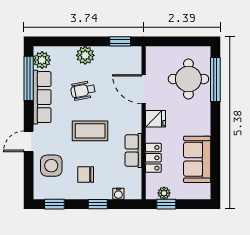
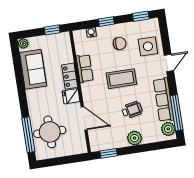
locker: (153, 158) -> (70, 76), moved
plant: (164, 193) -> (23, 43), moved

